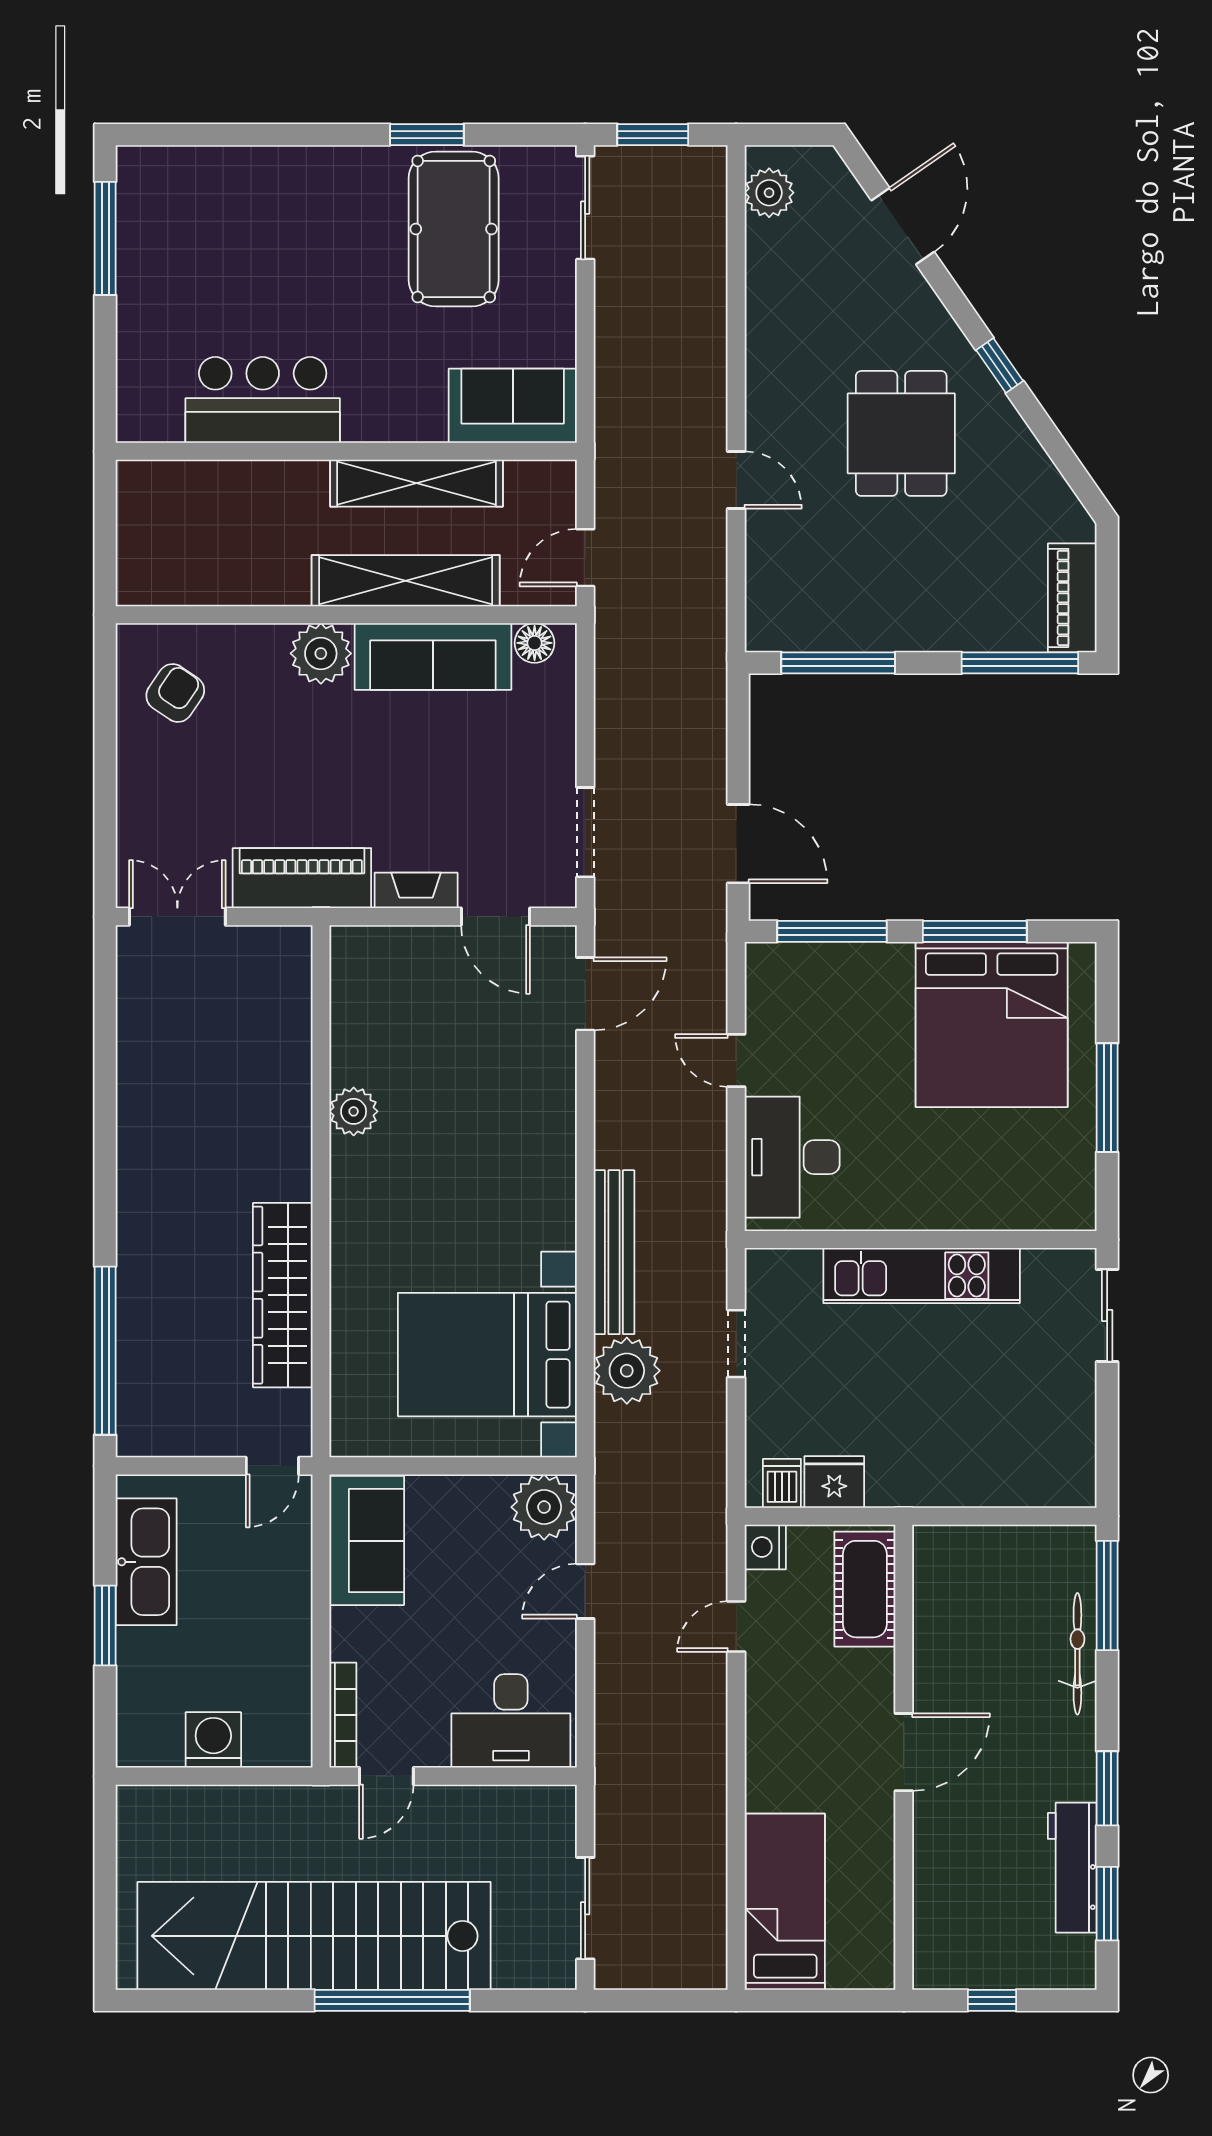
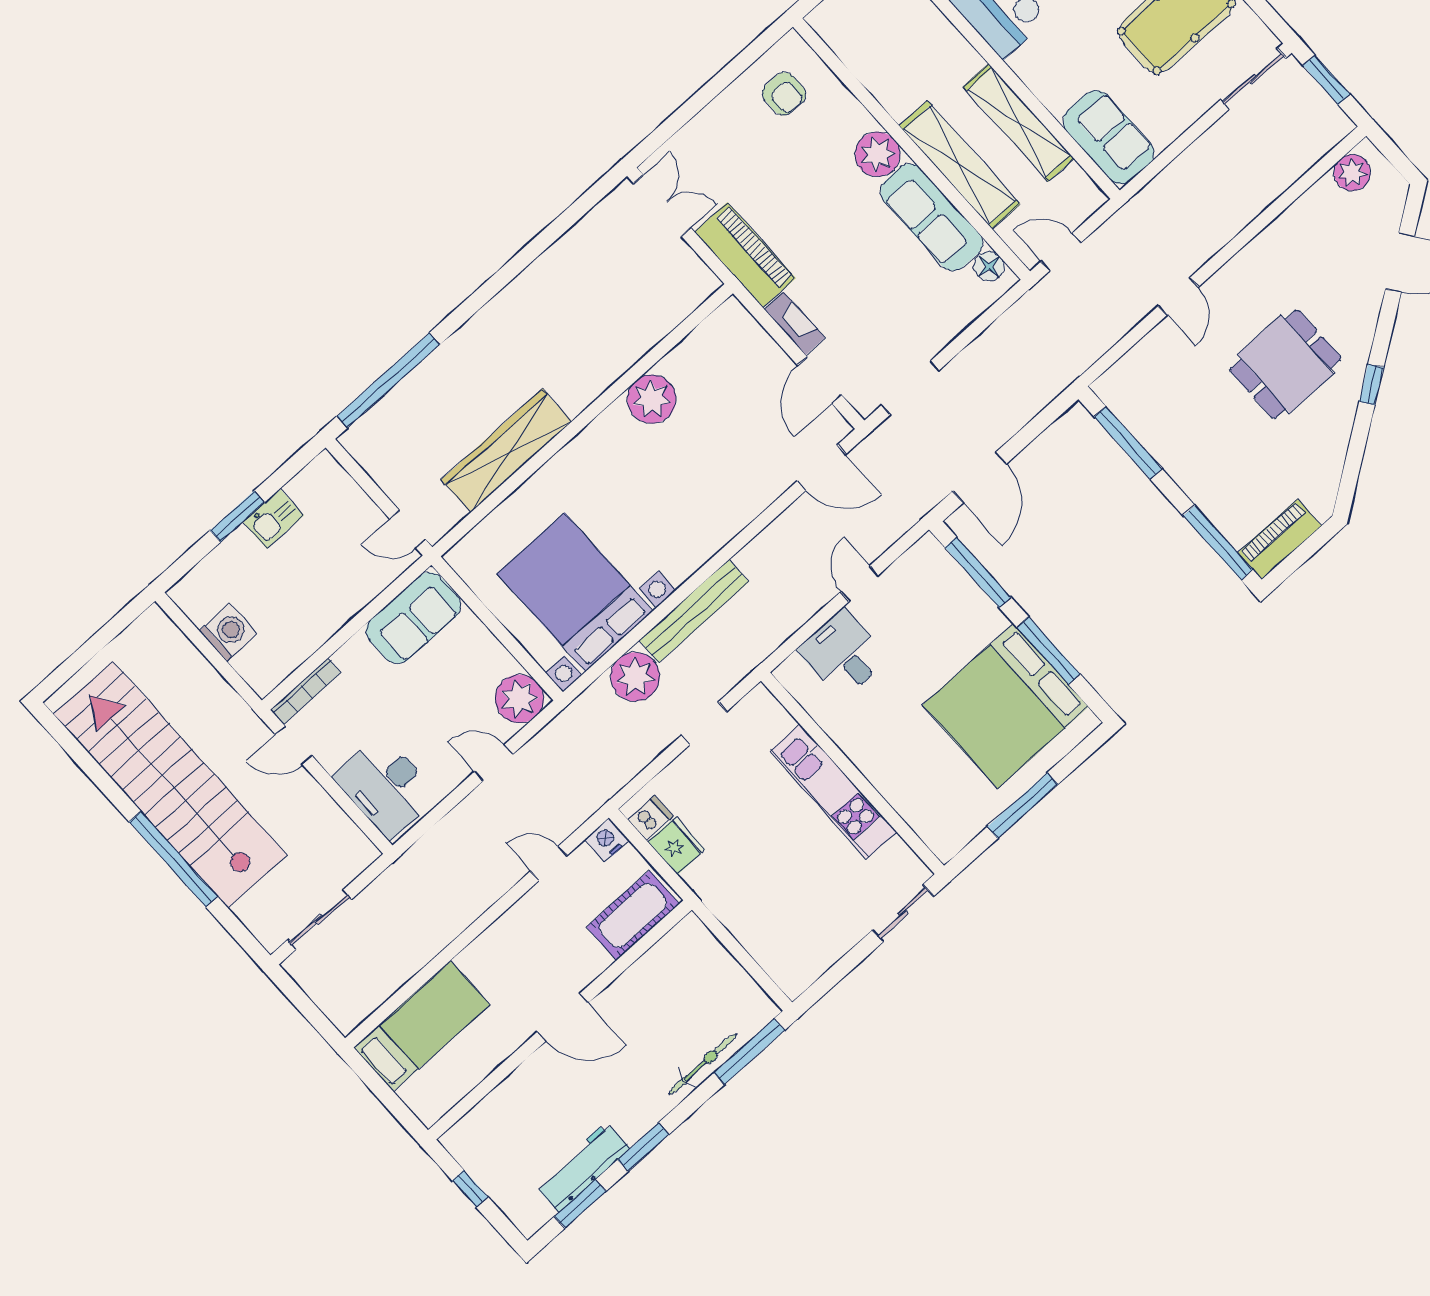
armchair: (175, 693) -> (784, 94), turned 56
plant: (354, 1111) -> (652, 399), width x1.36, depth x1.36
desk: (792, 1157) -> (843, 654), width x0.73
kitchen sink: (146, 1562) -> (273, 519), width x0.53, depth x0.81

